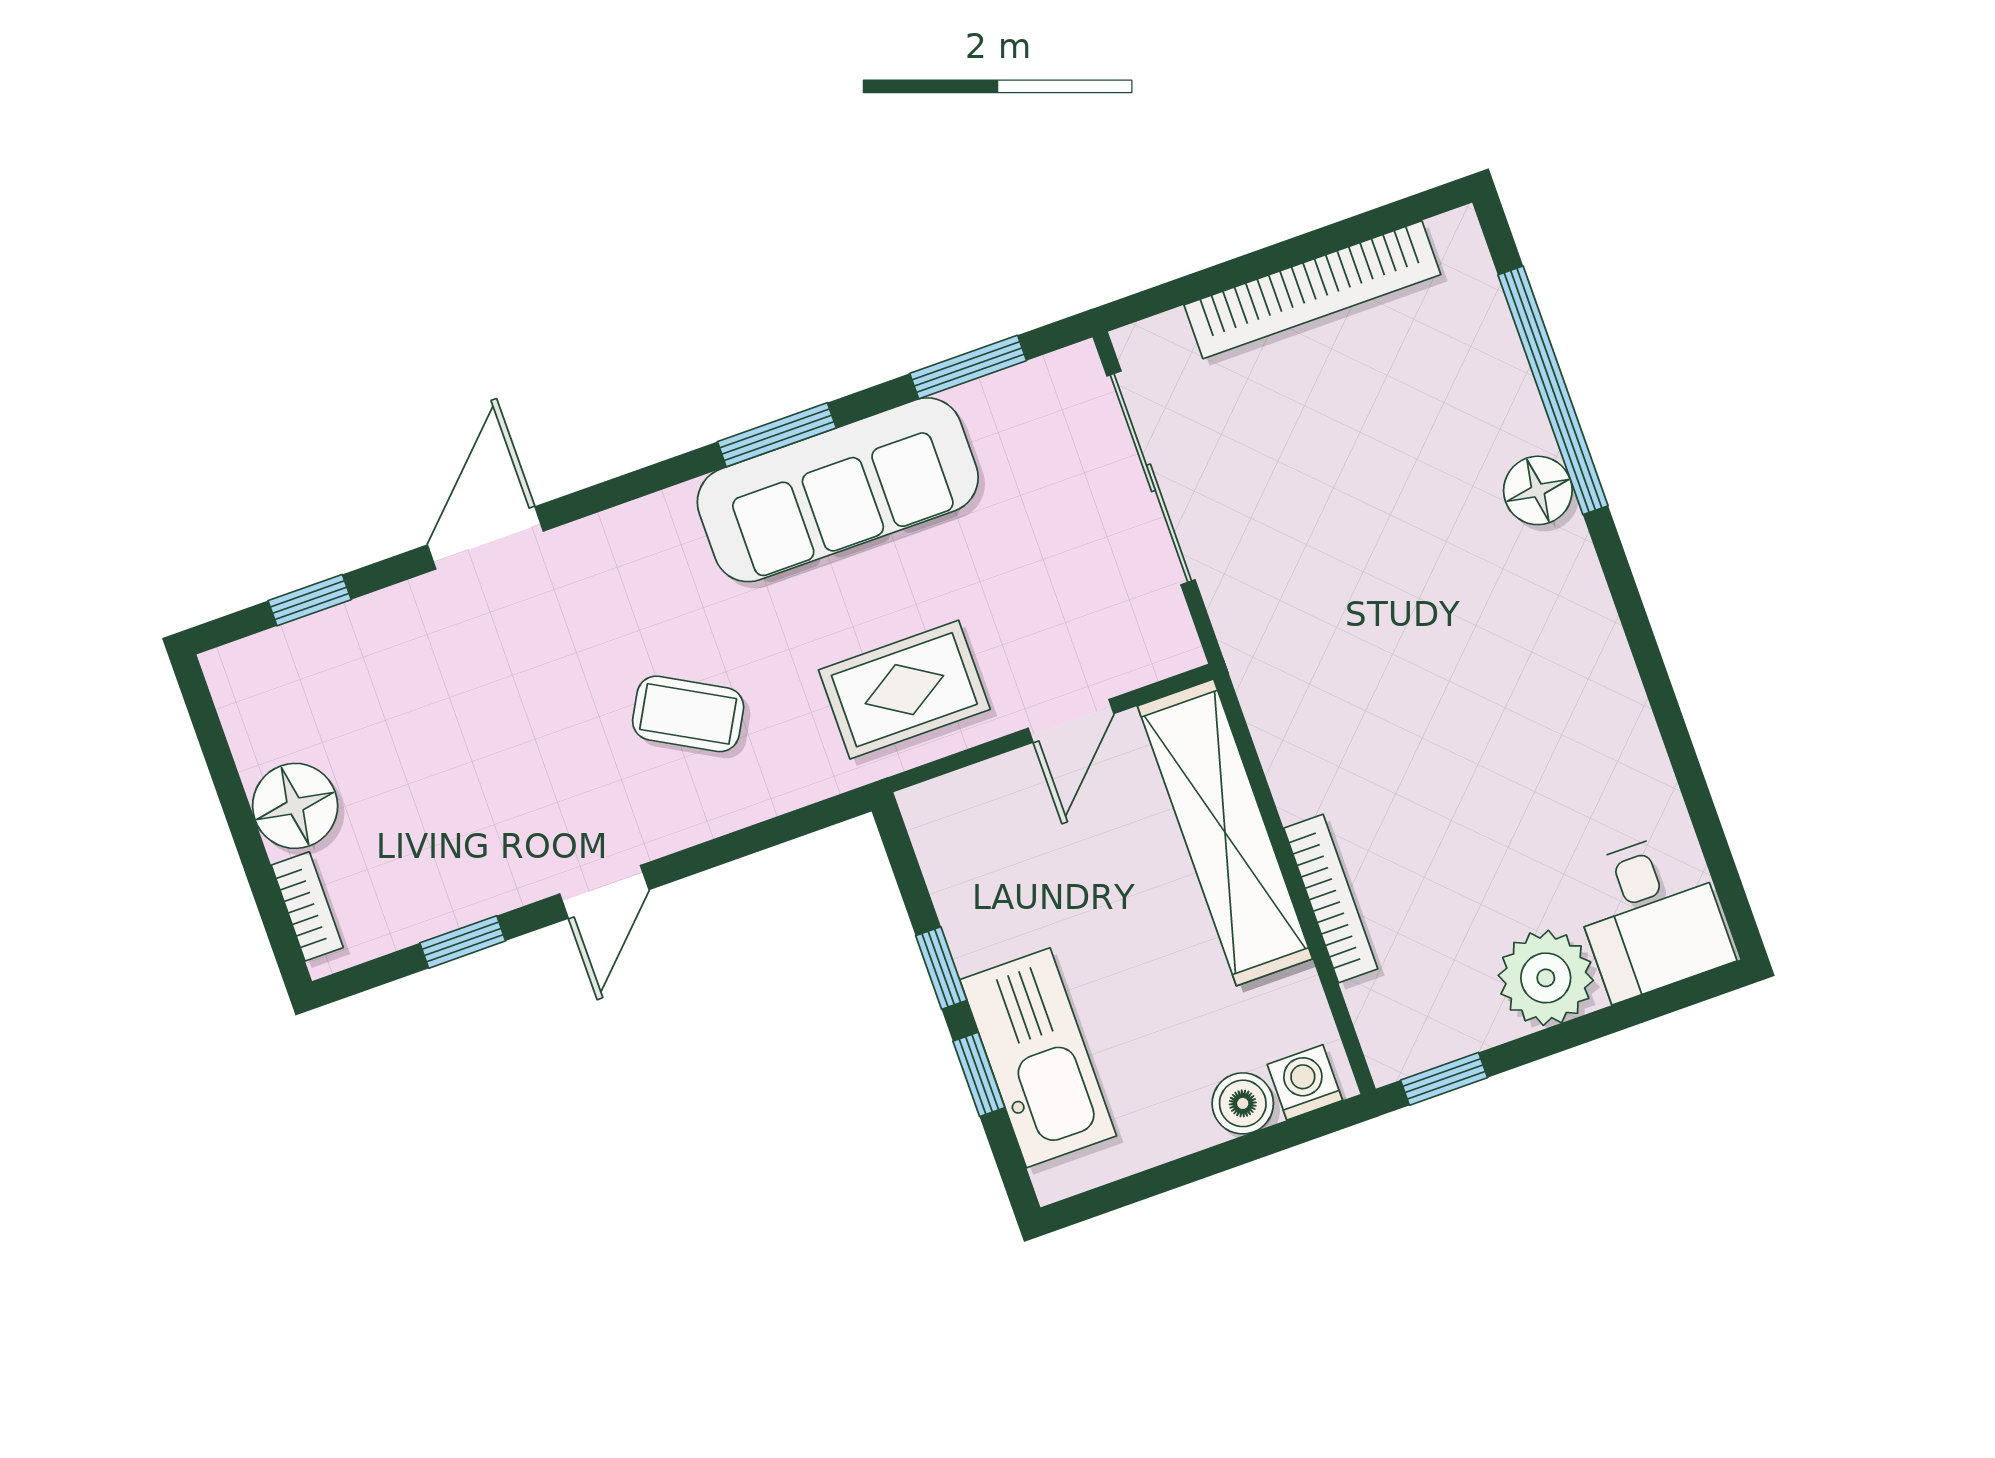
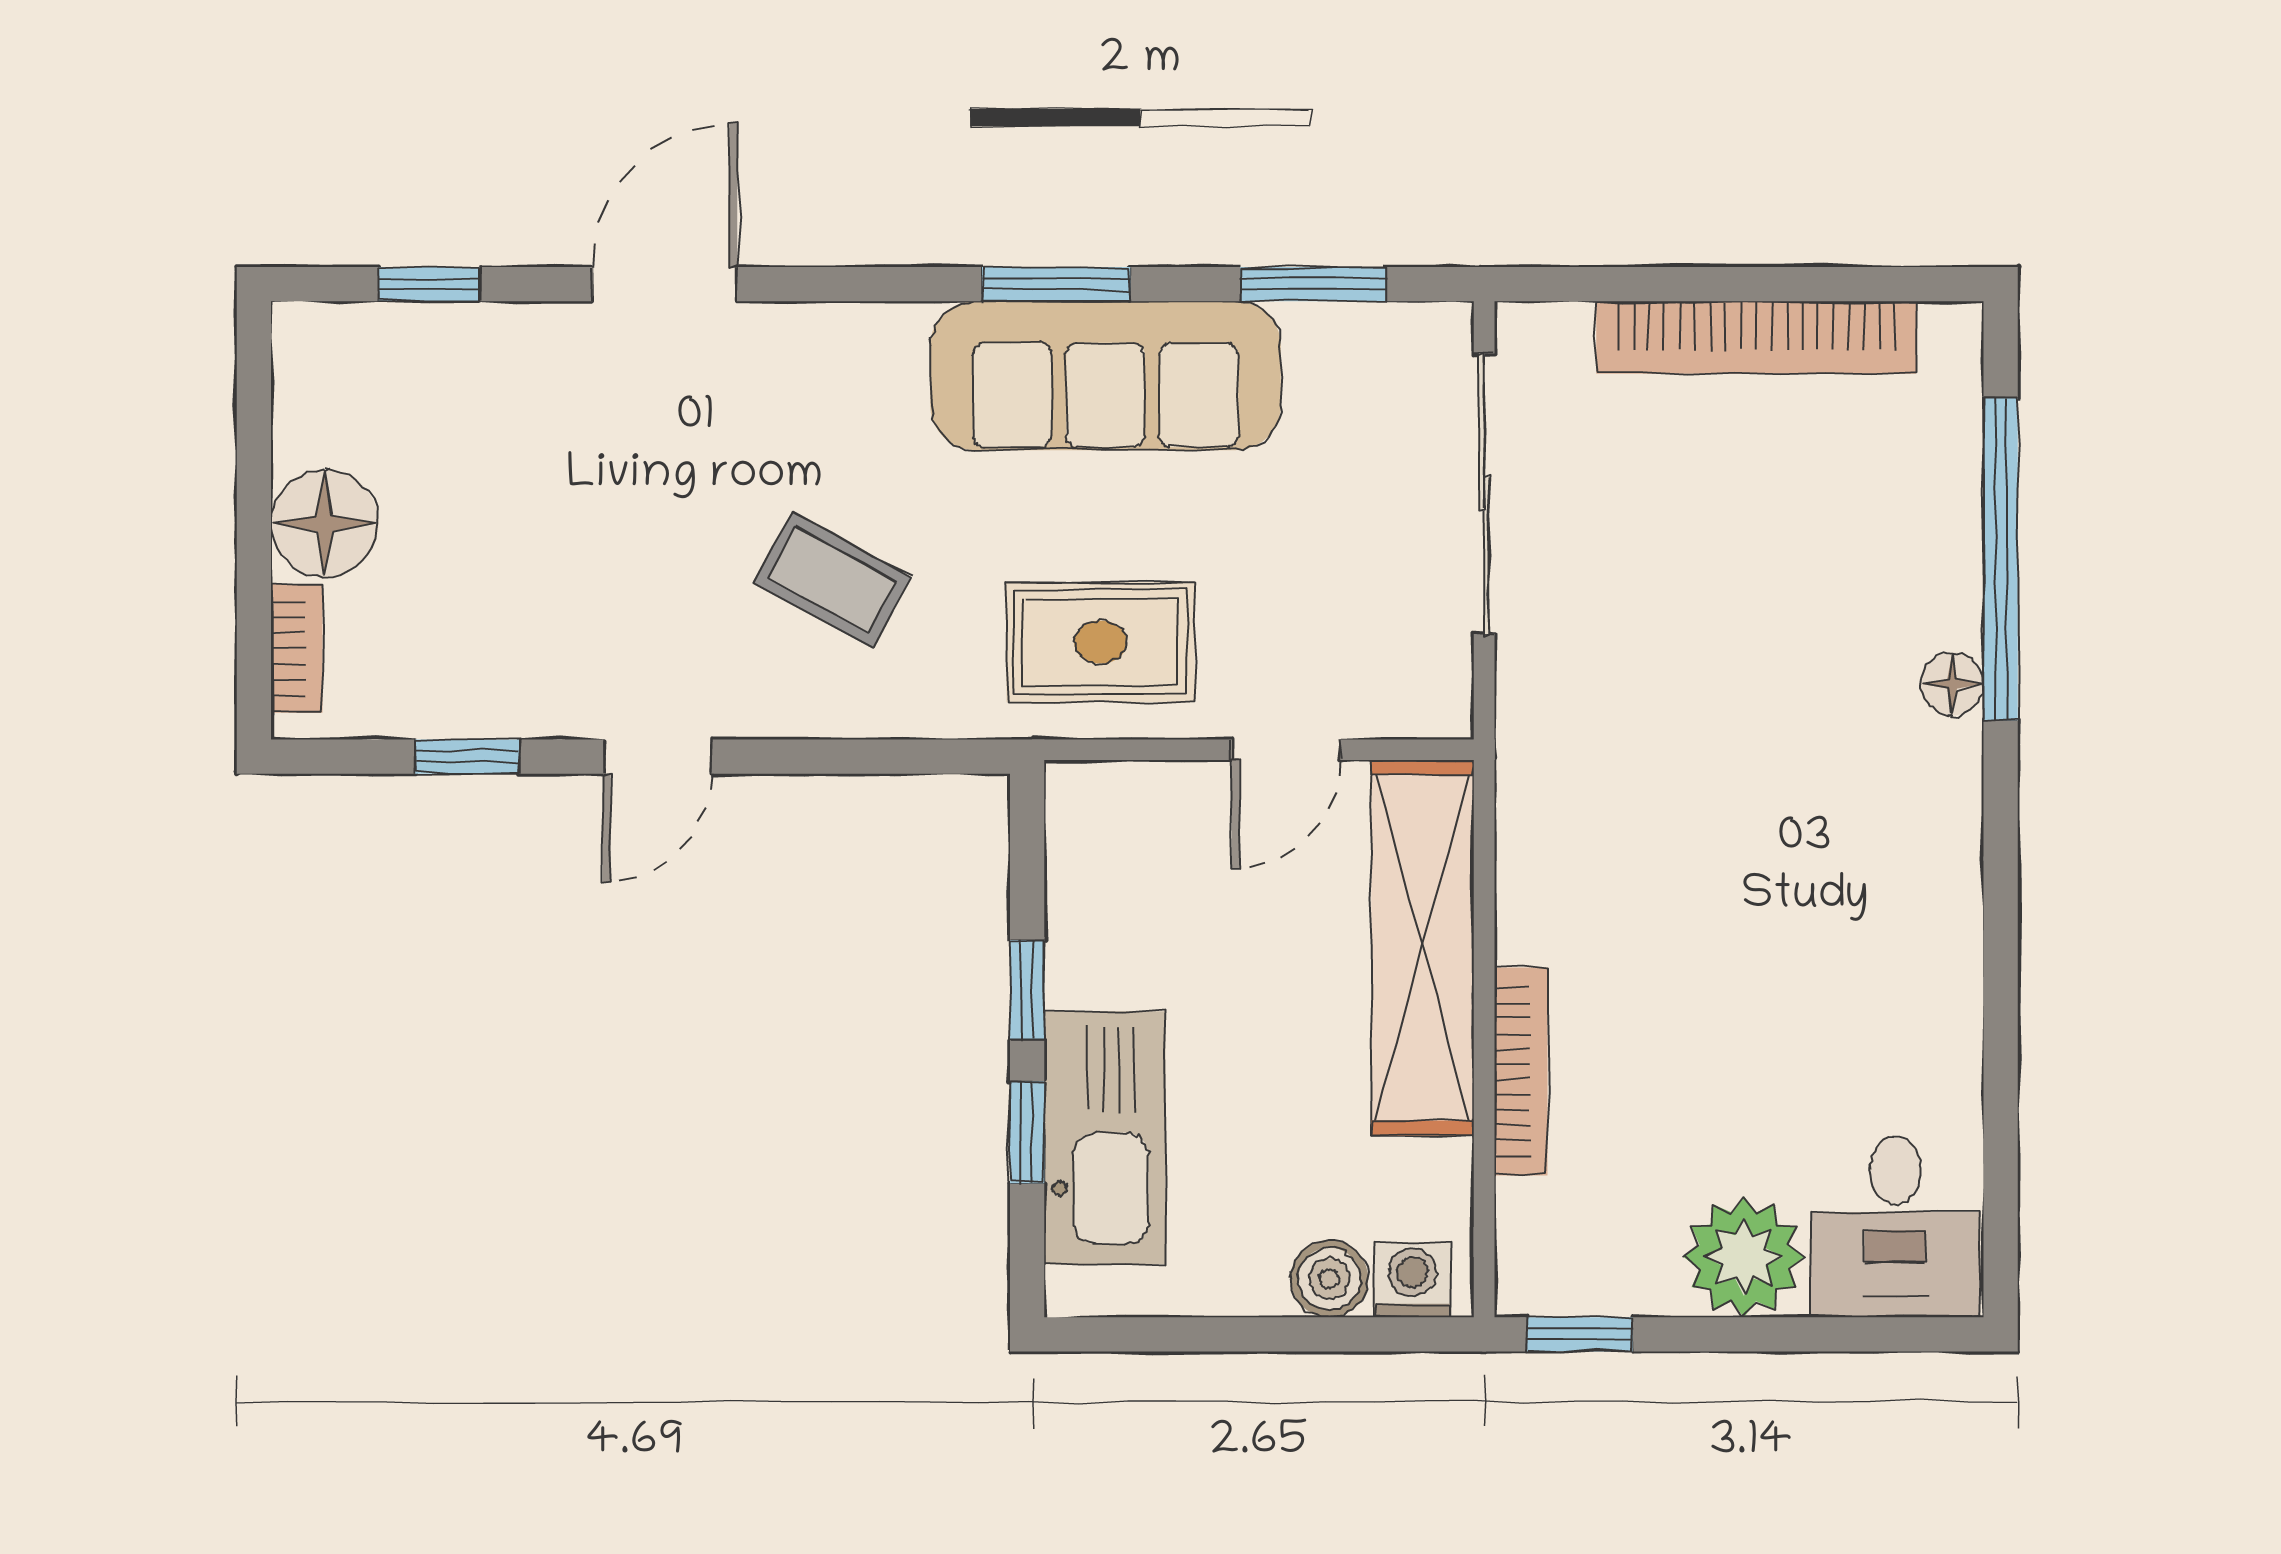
floor lamp: (1538, 490) -> (1952, 684), width x0.73, depth x0.73

